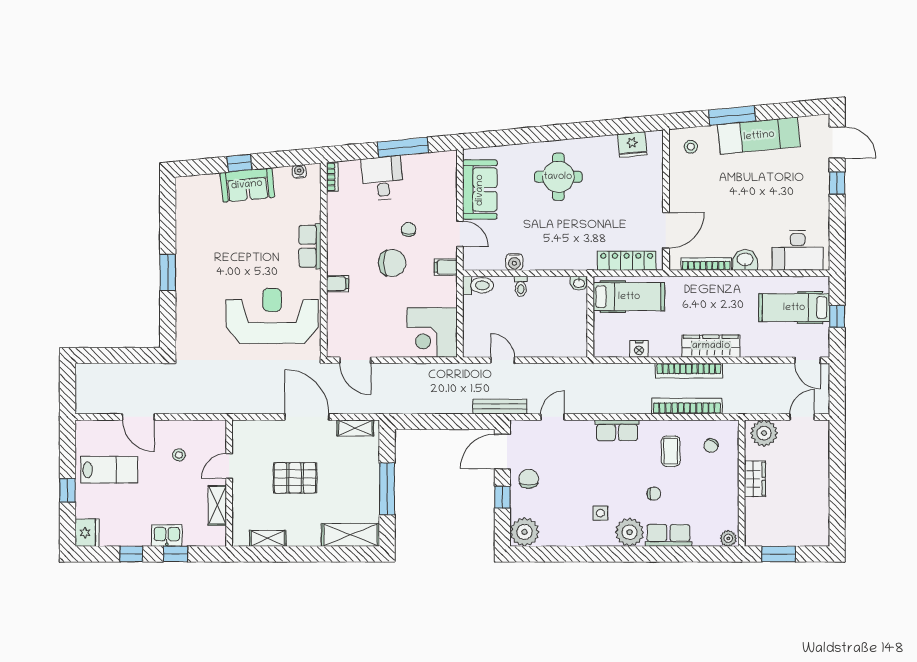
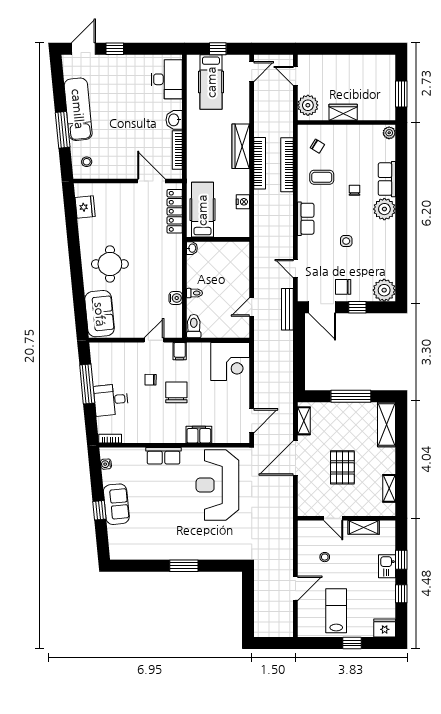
sofa: (480, 190) -> (100, 314), moved, turned 84
filing cabinet: (338, 284) -> (199, 435), width x2.00
side table: (600, 513) -> (346, 241), moved

